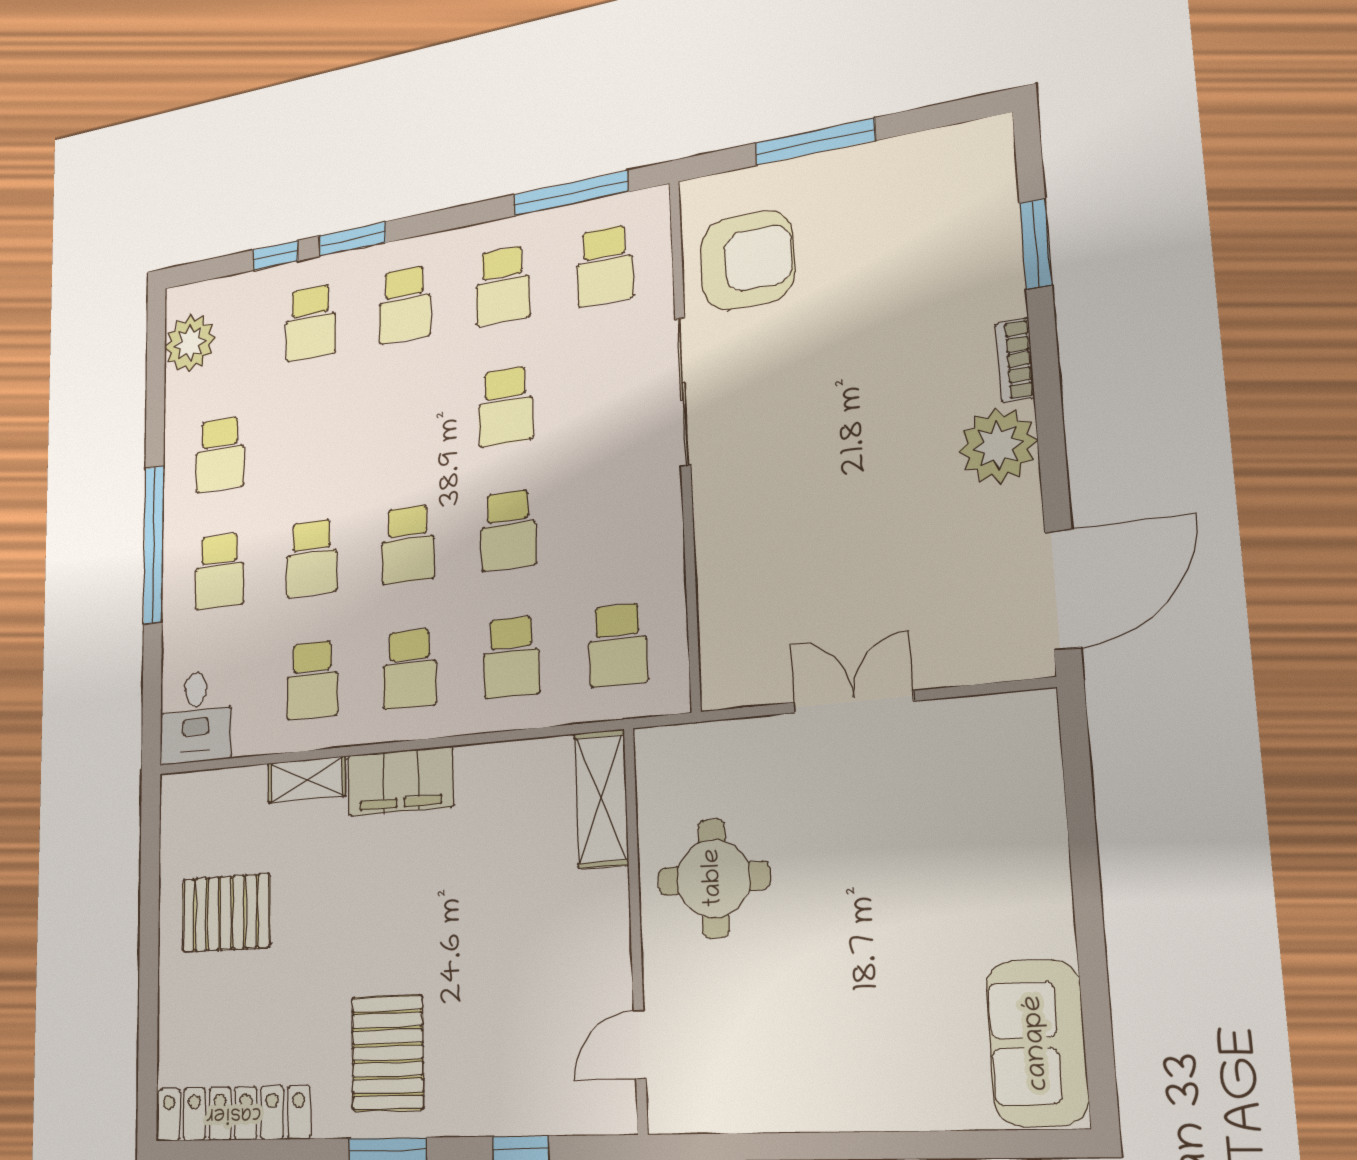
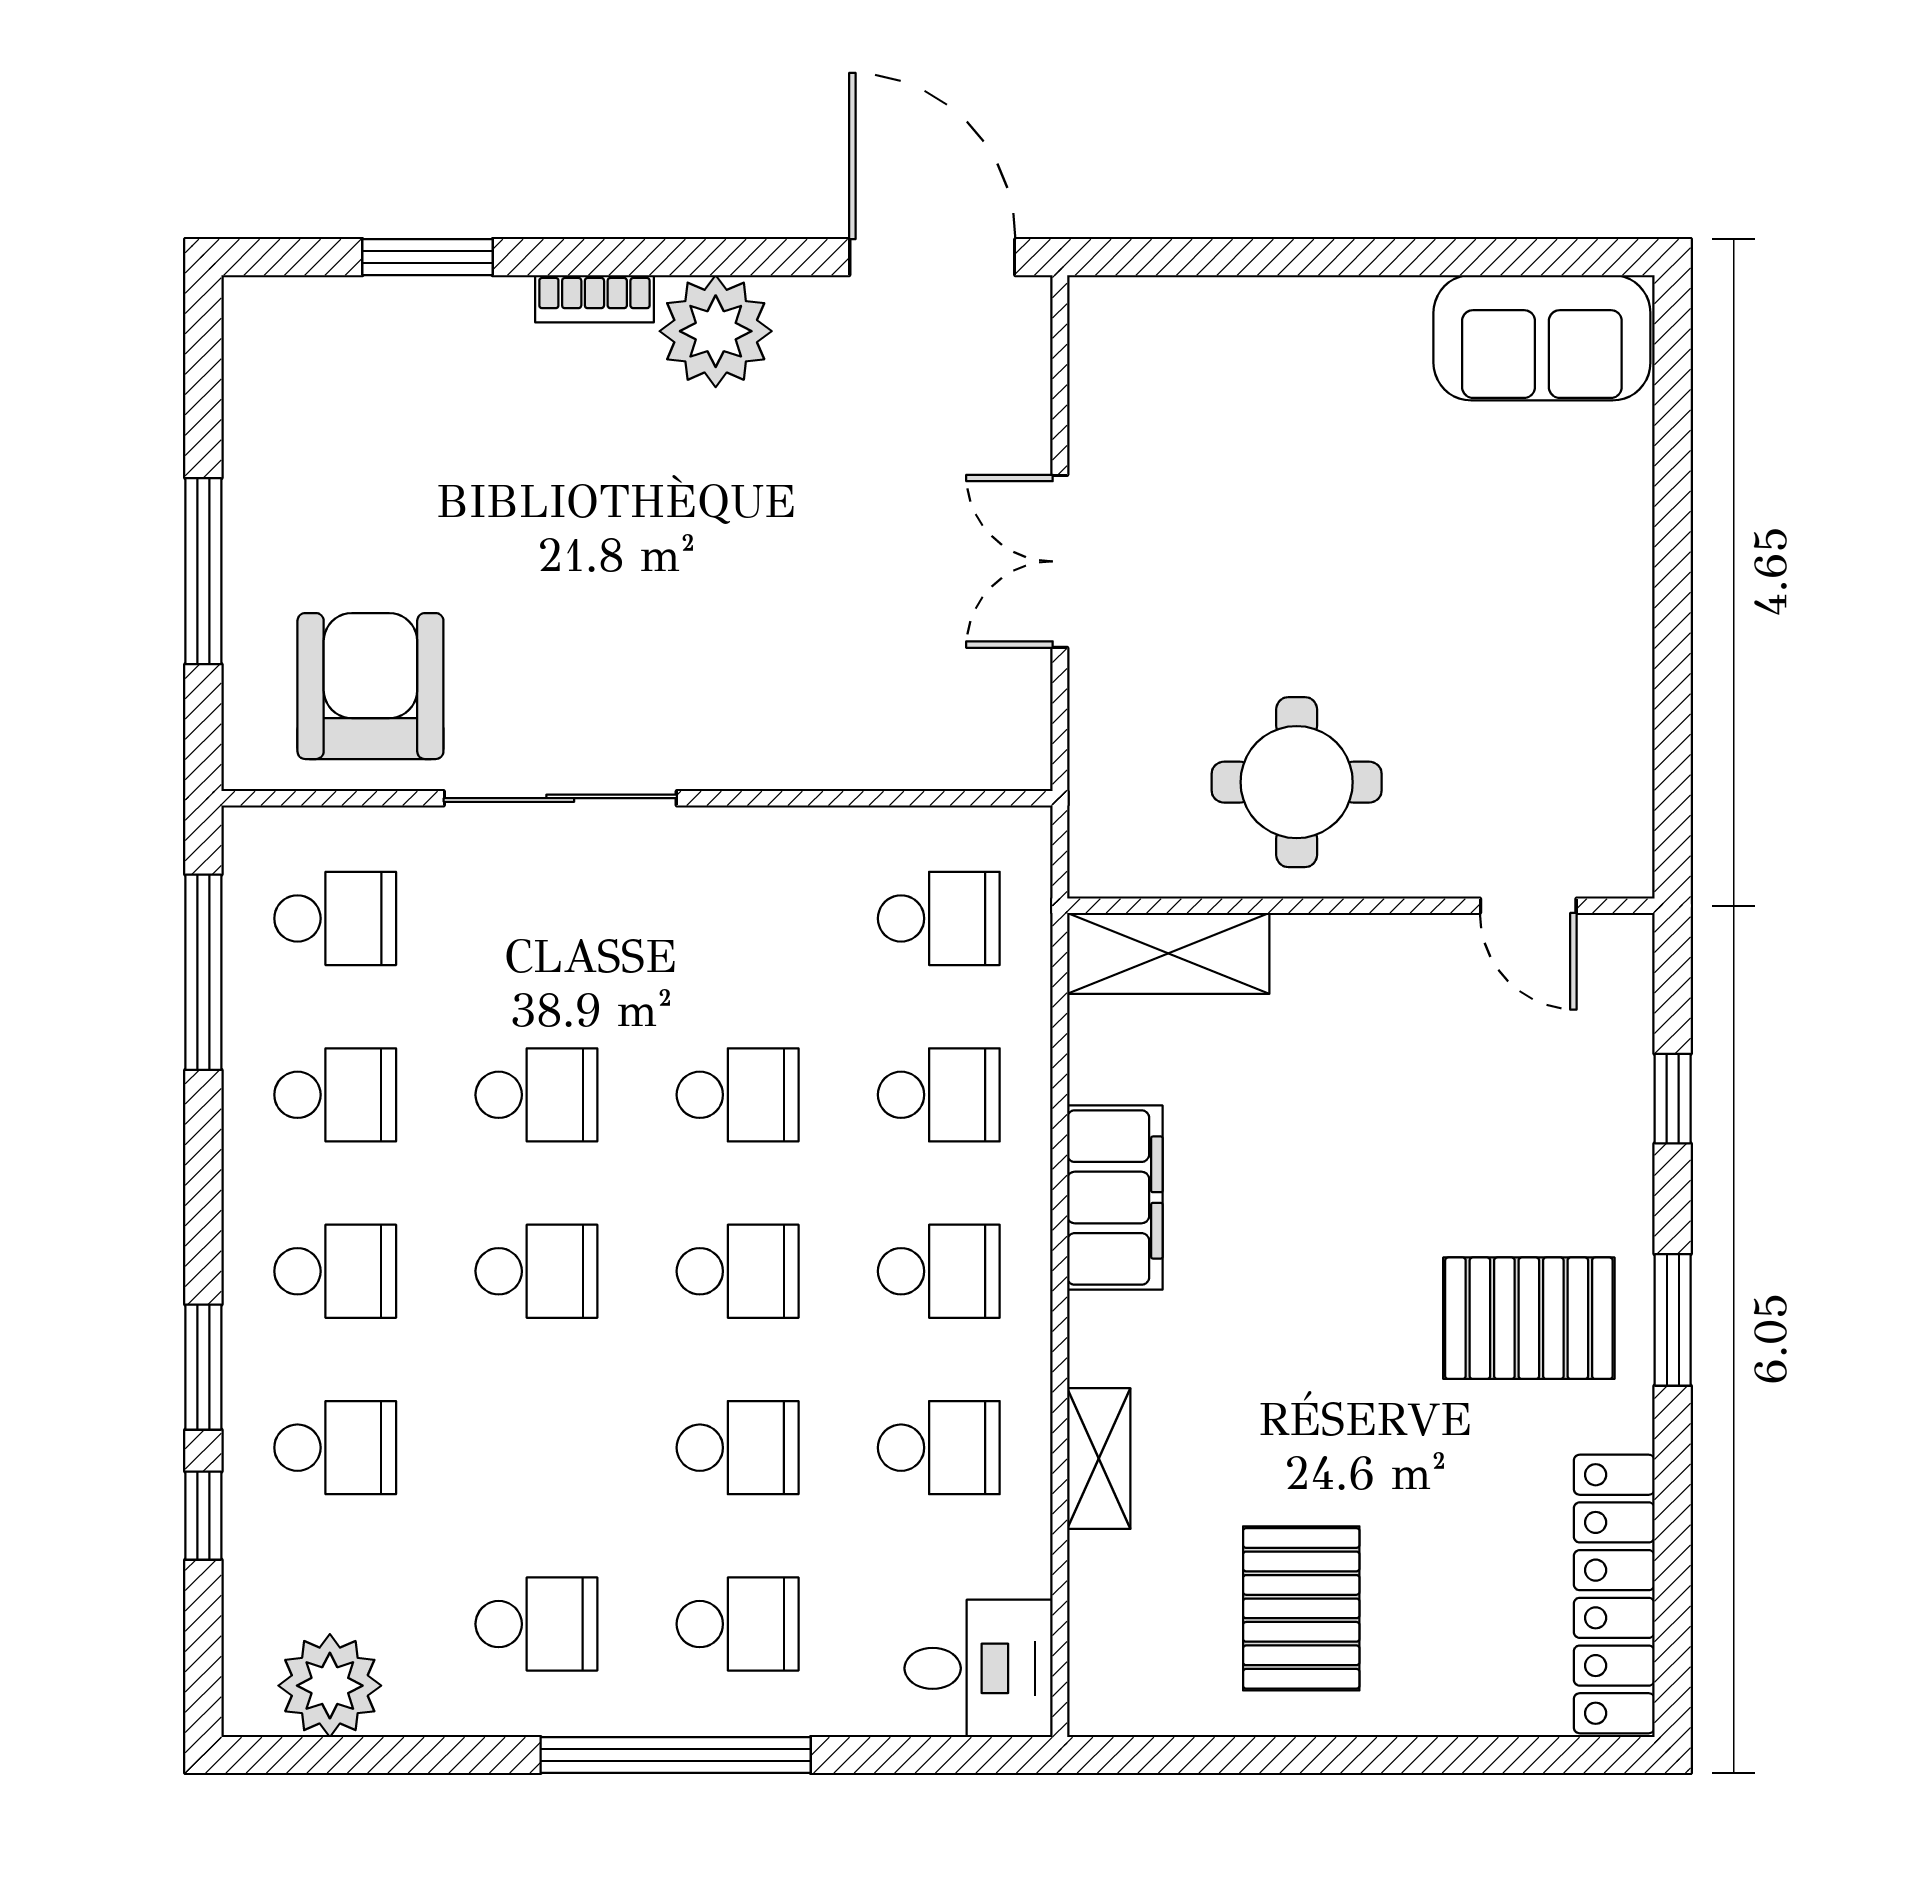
school desk: (406, 423) -> (536, 1271), added
filing cabinet: (400, 781) -> (1115, 1198), moved

